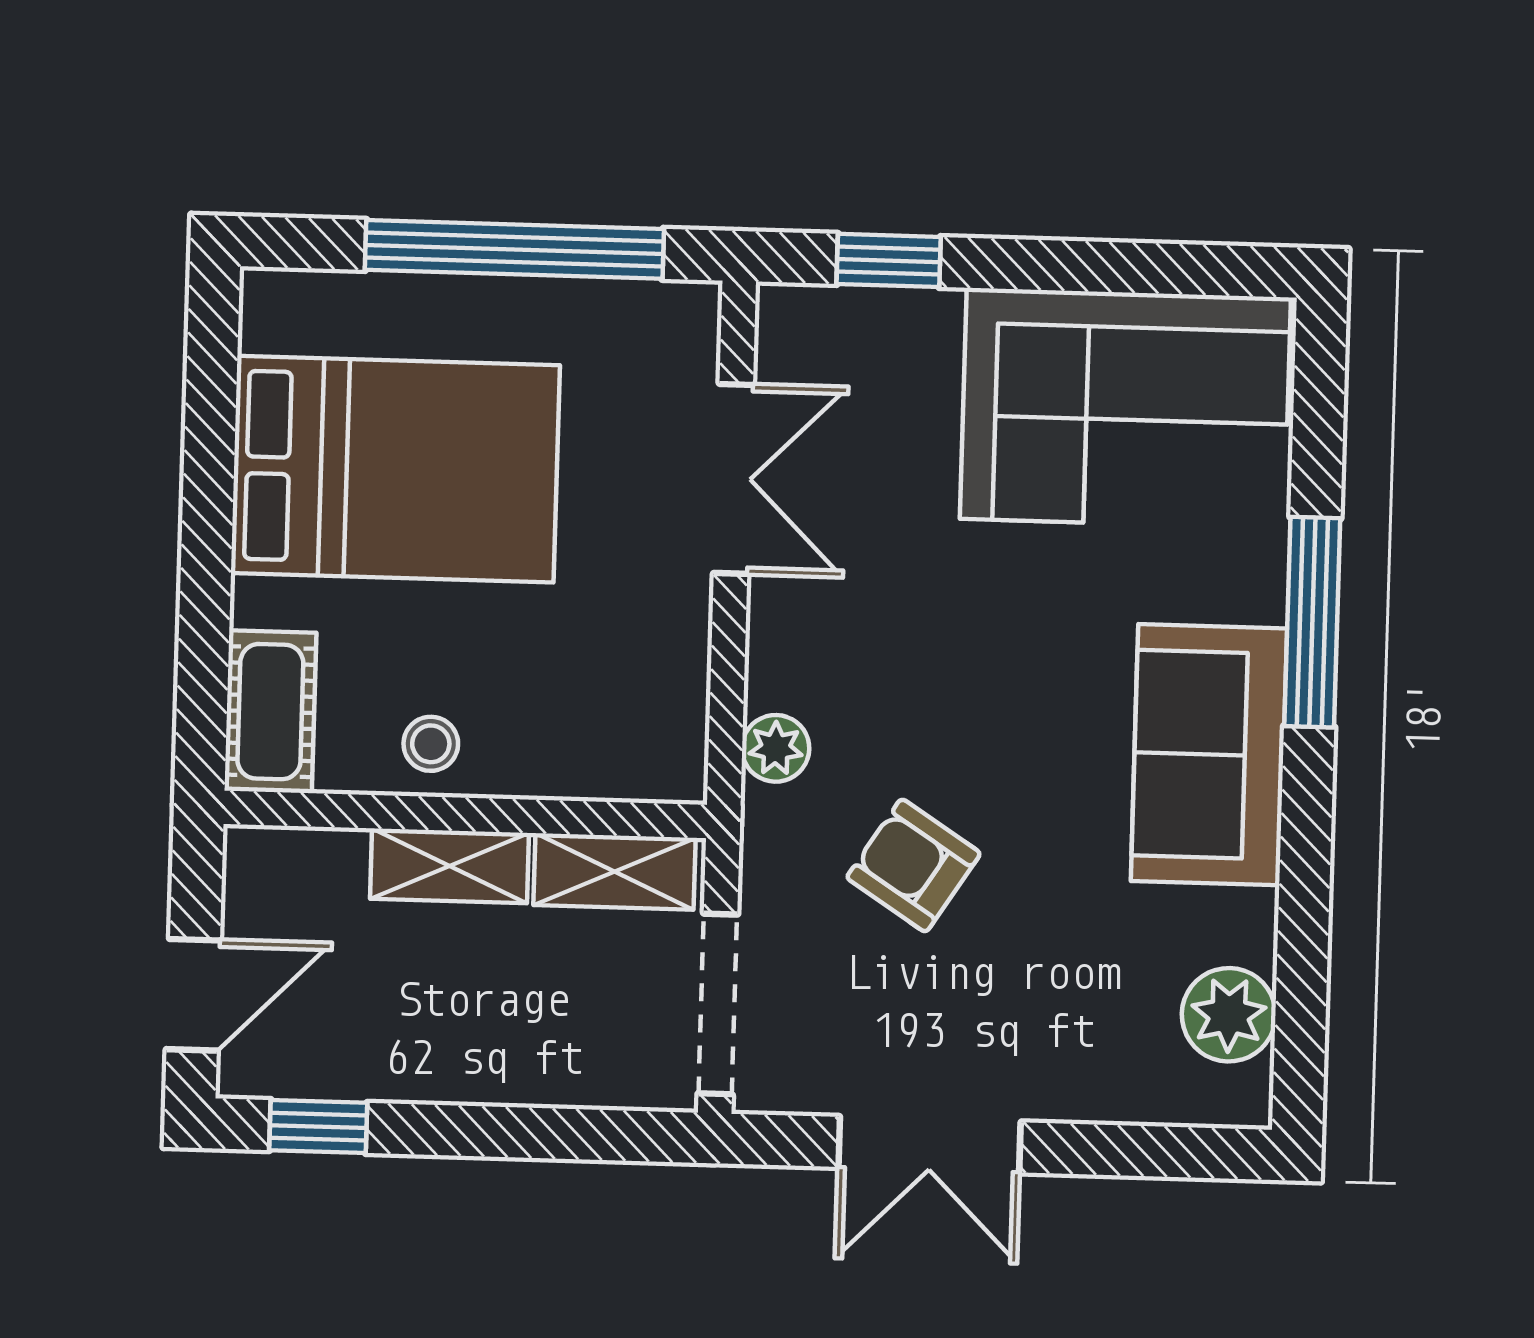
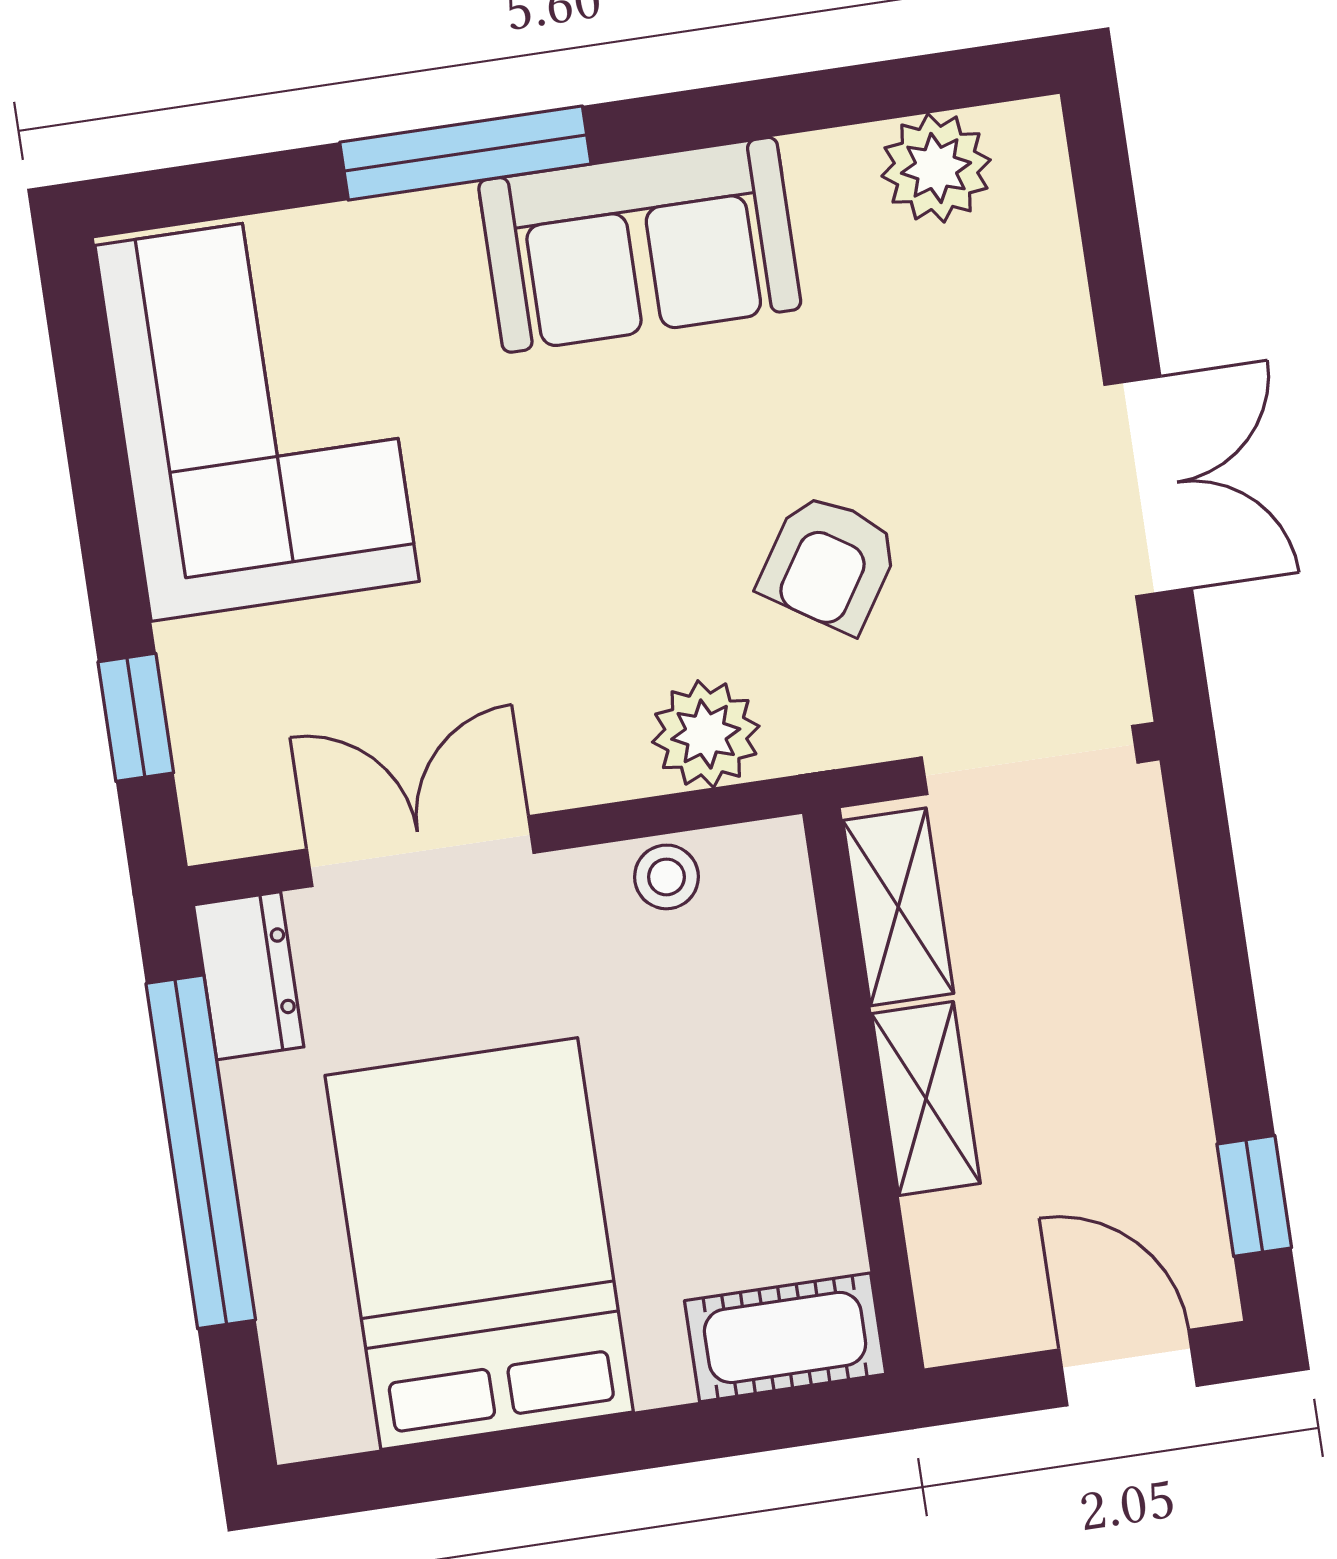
dresser: (655, 316) -> (249, 976), added
stool: (431, 744) -> (666, 877), moved
plant: (776, 748) -> (706, 734), width x1.38, depth x1.38

